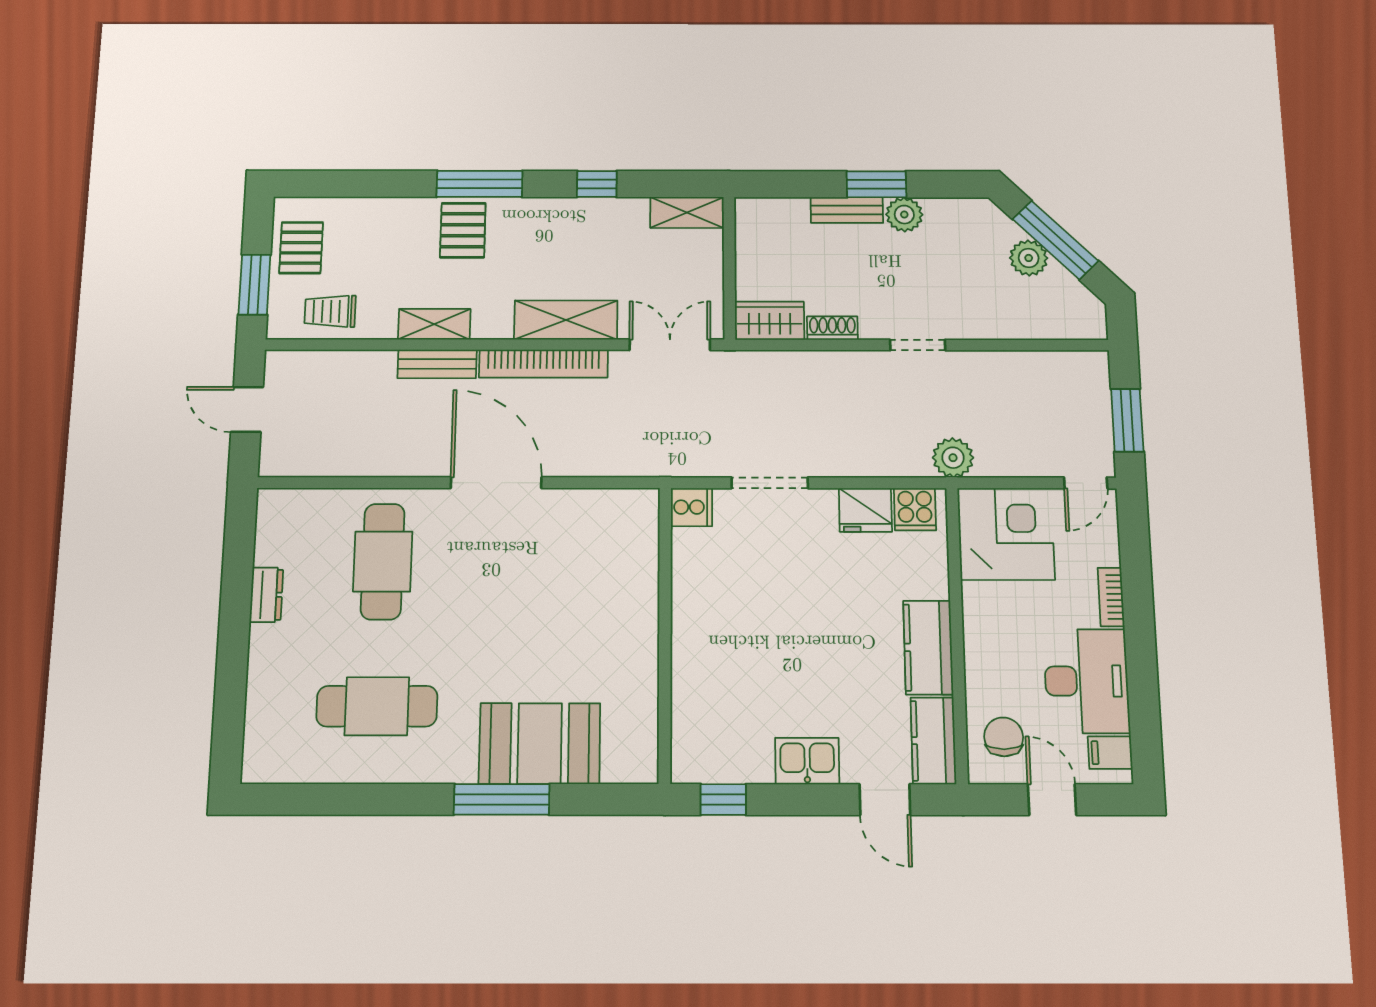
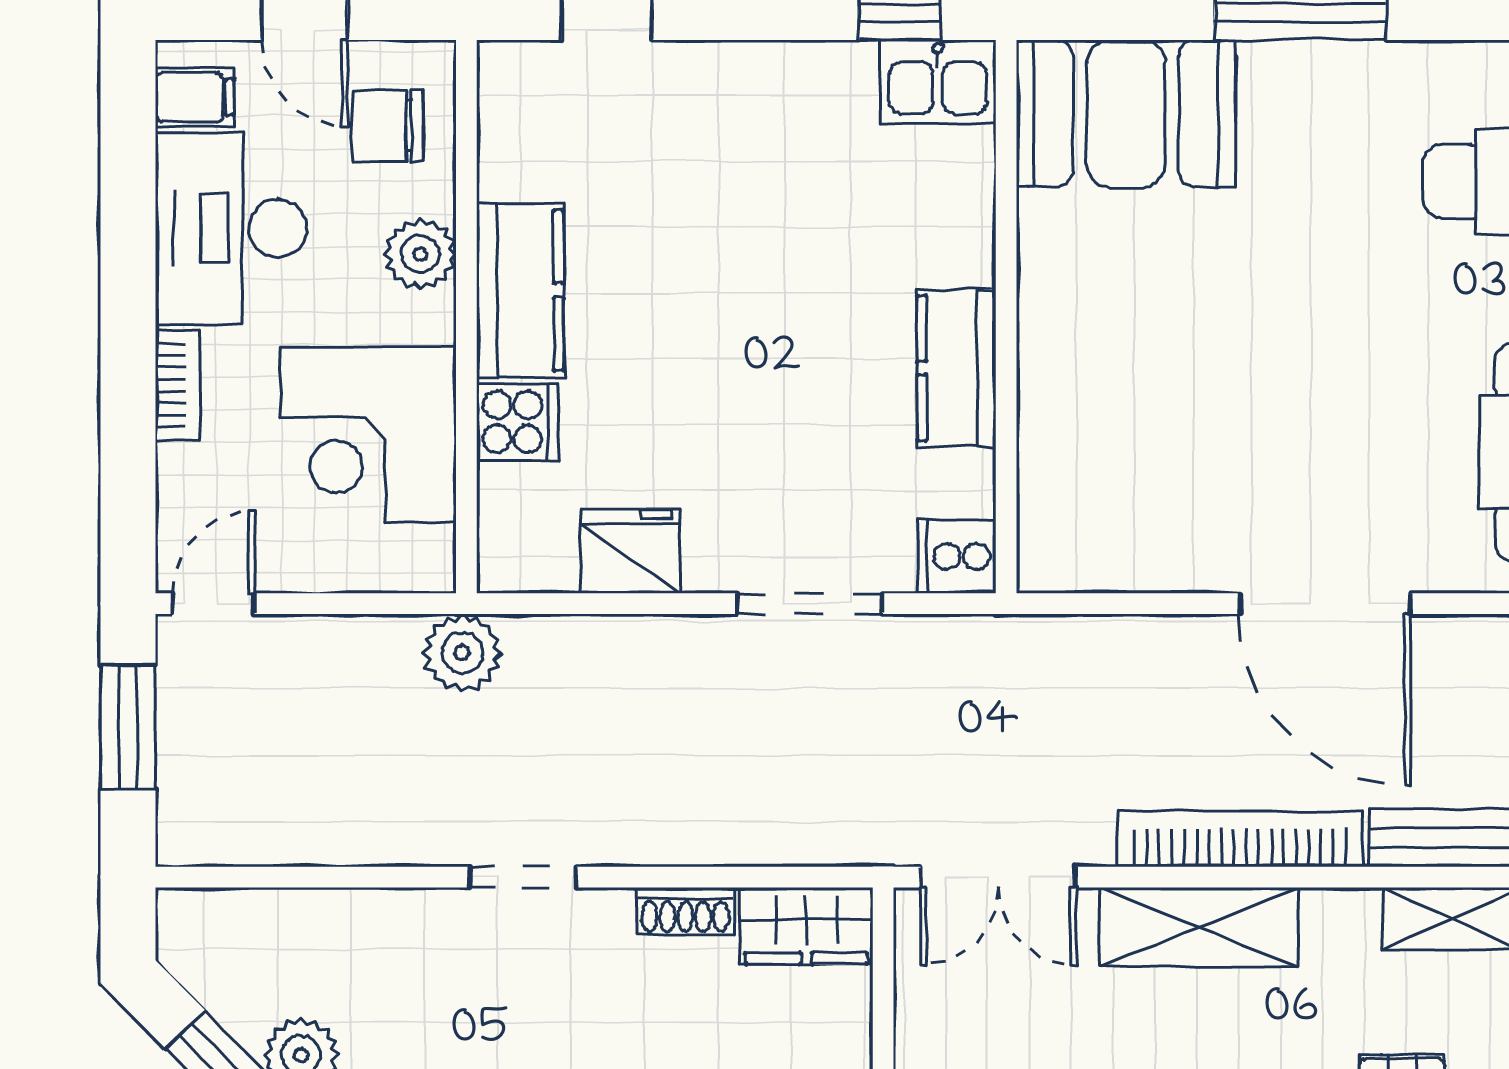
cooker: (915, 509) -> (517, 422), moved, turned 90
corner desk: (1006, 534) -> (368, 435), moved
plant: (983, 667) -> (420, 254), added
chair: (1004, 737) -> (387, 126), turned 90
kitchen counter: (933, 741) -> (956, 368), moved, turned 180
booth: (540, 744) -> (1126, 113), moved
kitchen sink: (807, 761) -> (938, 82), moved

